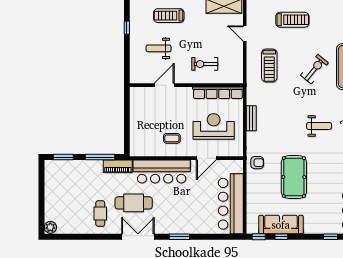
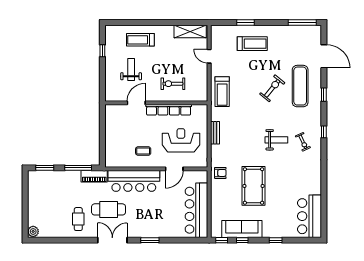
weight bench: (159, 48) -> (131, 70), turned 90
treadmill: (269, 65) -> (222, 92), moved
row of seats: (218, 93) -> (169, 110), moved
window: (330, 237) -> (276, 240), moved

